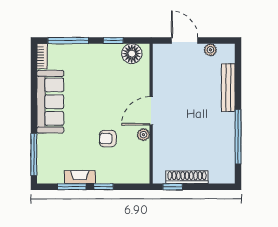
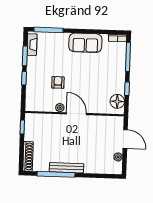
door: (185, 41) -> (125, 139), hinge flipped
bench: (228, 88) -> (66, 168), moved
sofa: (50, 102) -> (85, 43), width x0.73
fireplace: (80, 177) -> (32, 45), moved
shoe rack: (187, 177) -> (28, 156), moved

